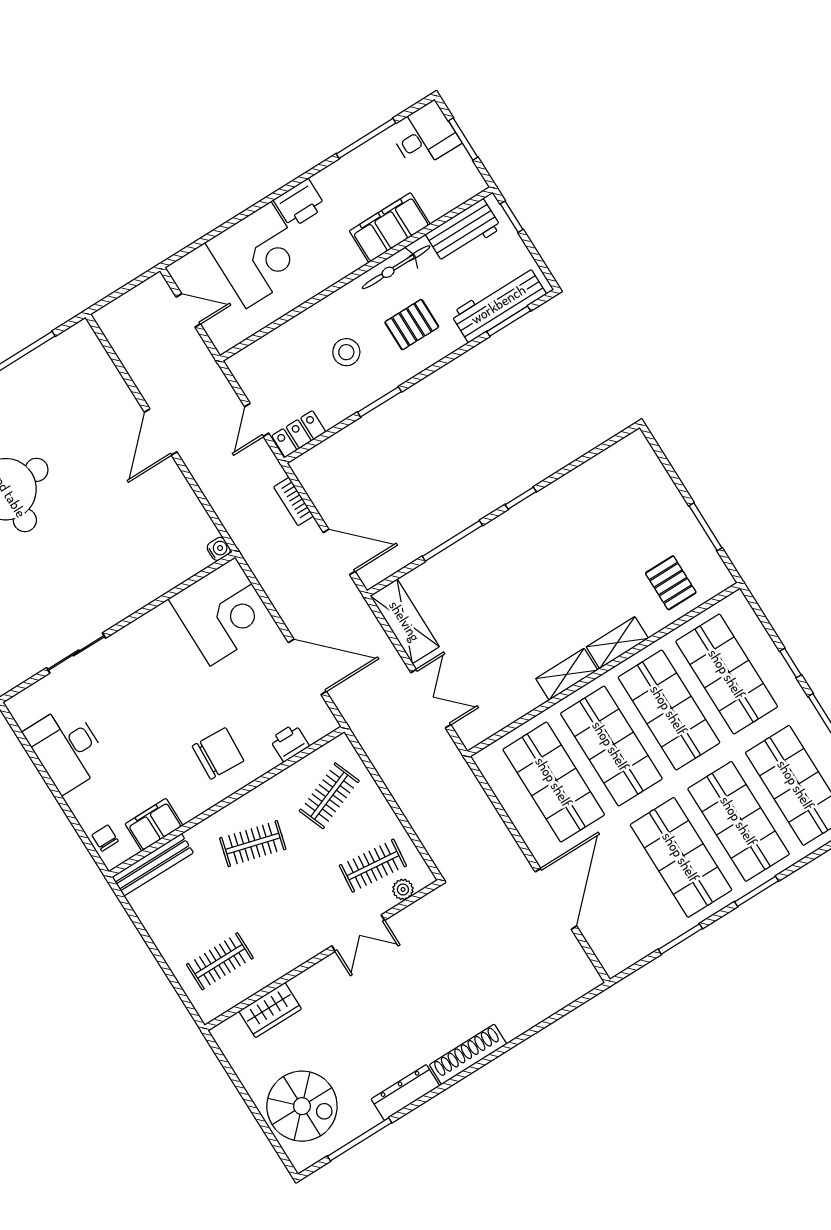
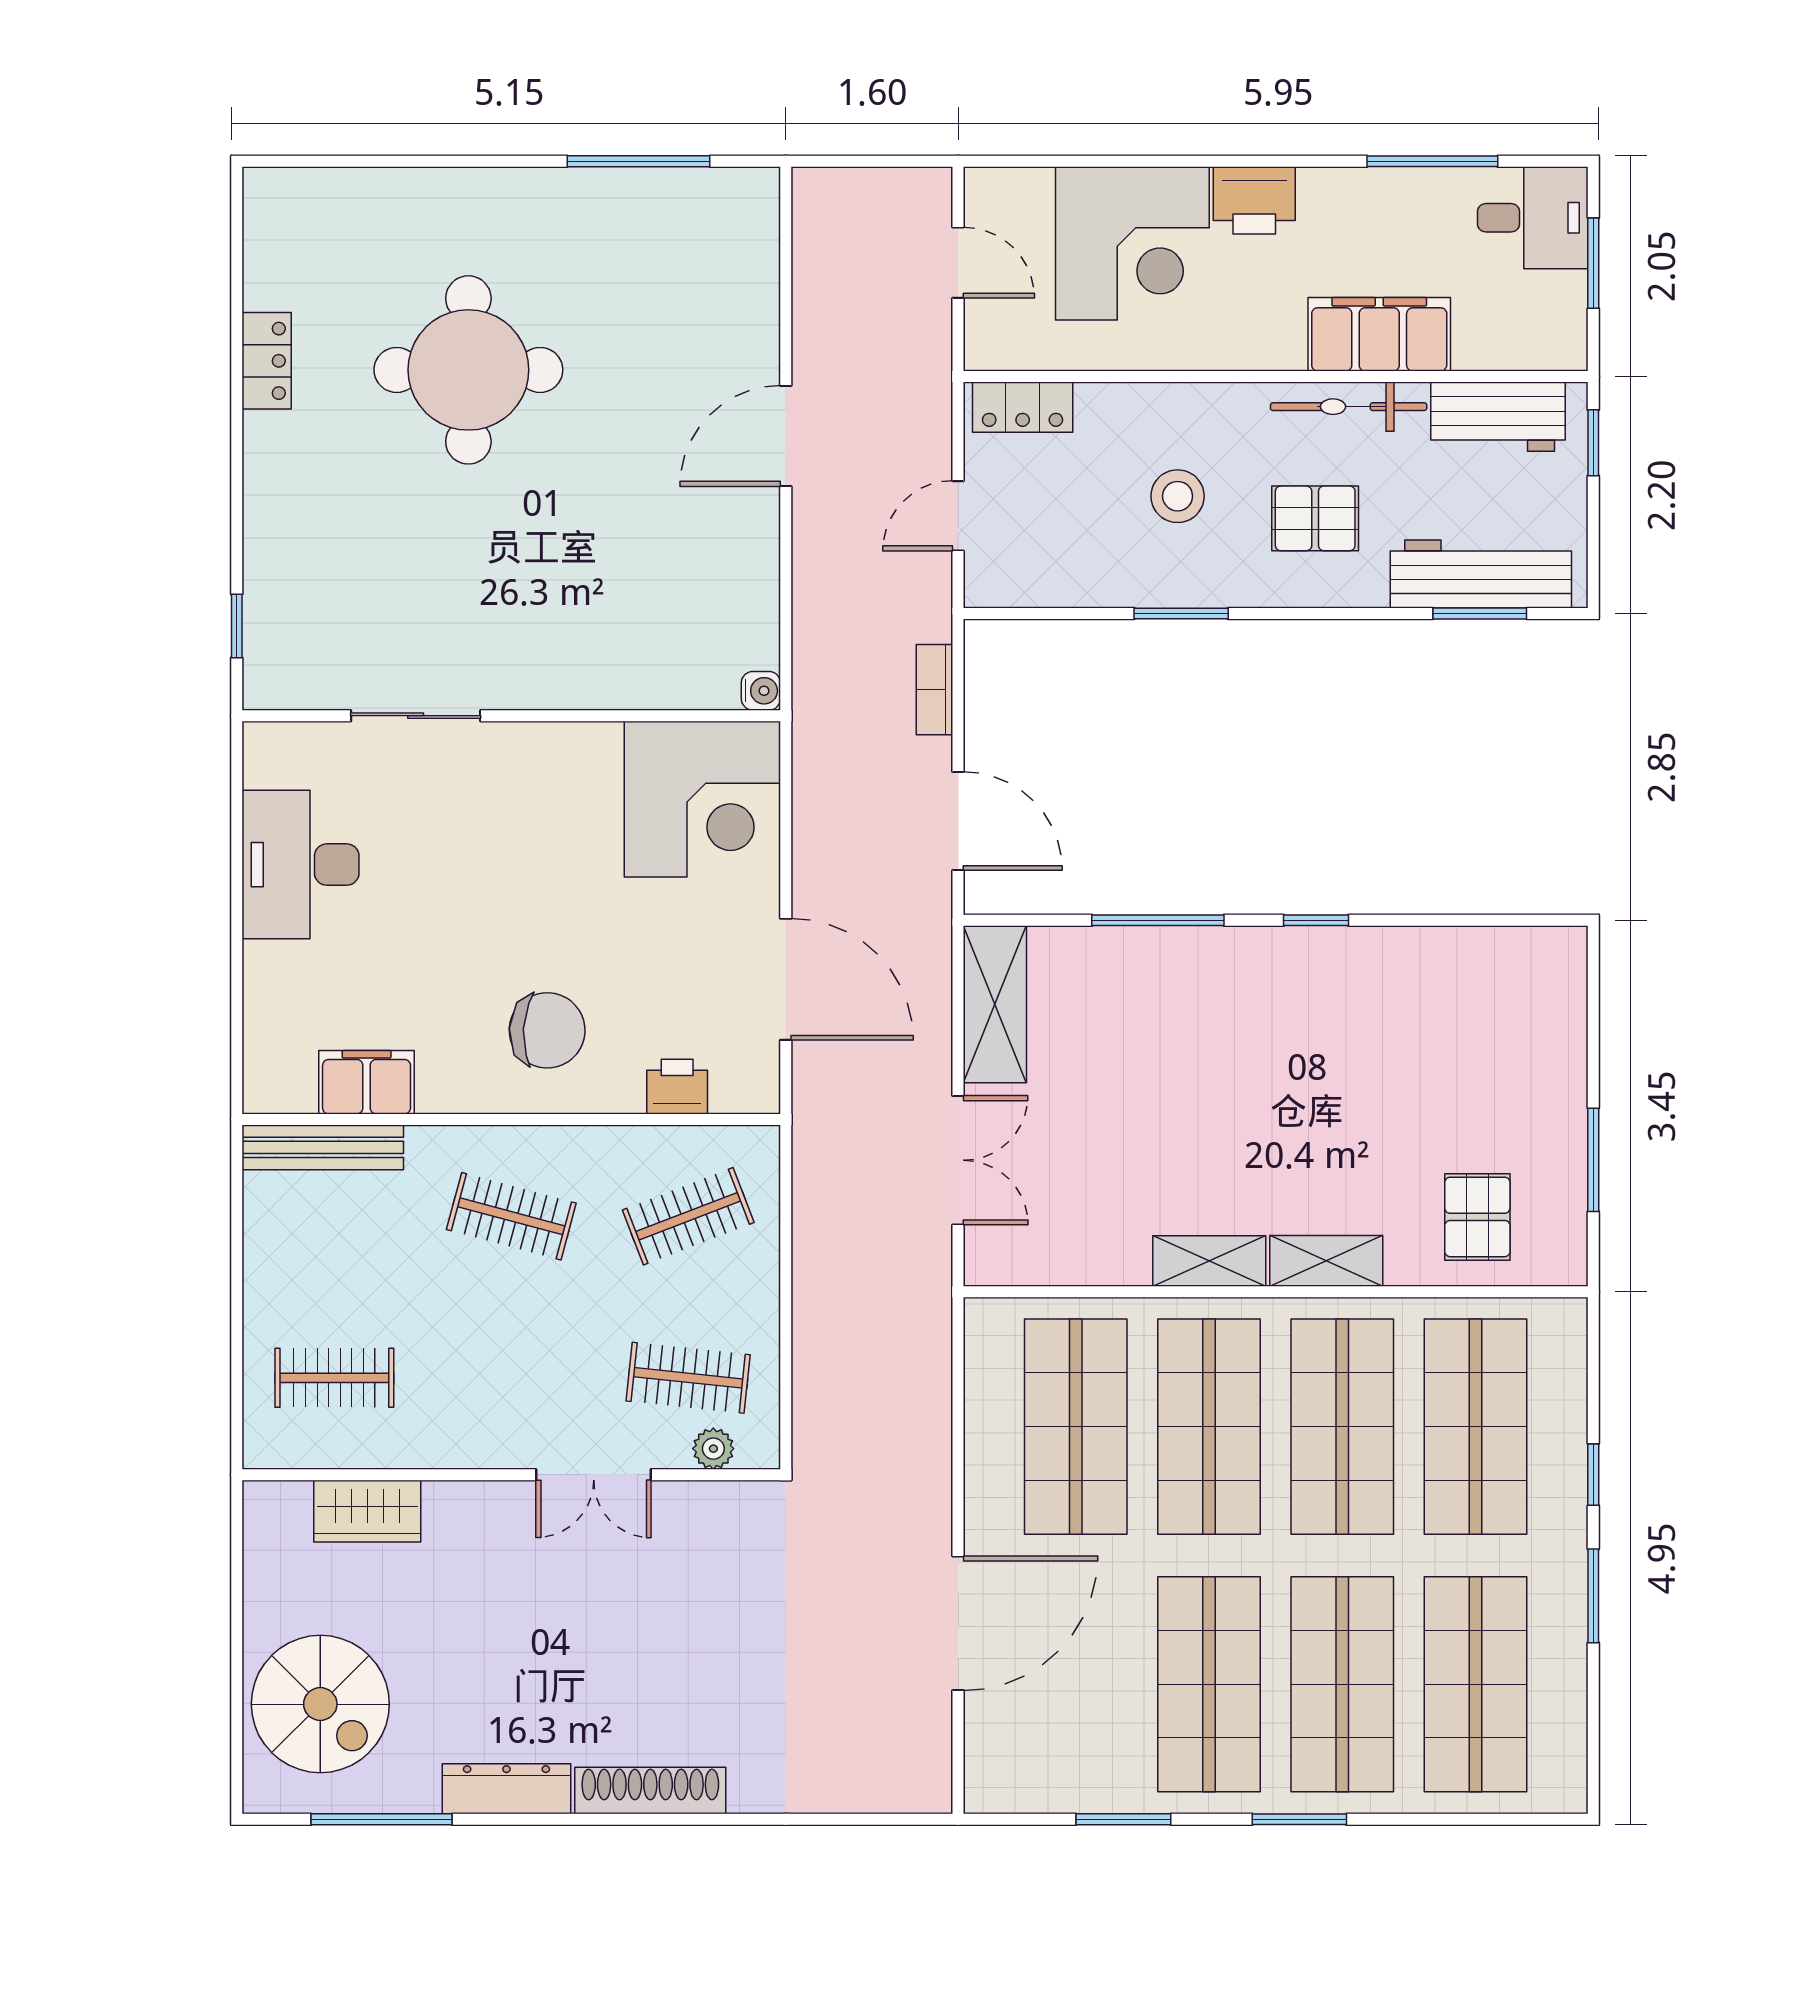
locker: (299, 434) -> (1023, 407), moved, turned 180
chair: (105, 838) -> (271, 1054), removed

